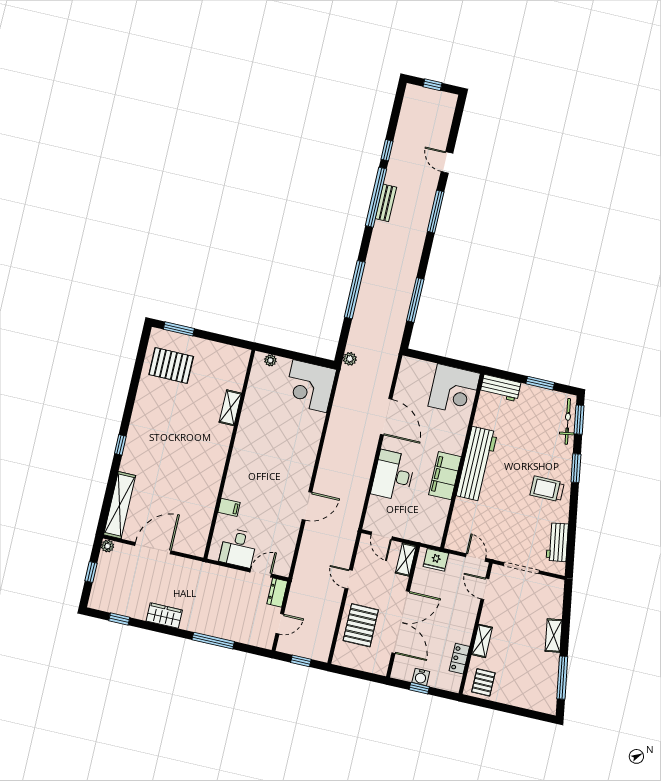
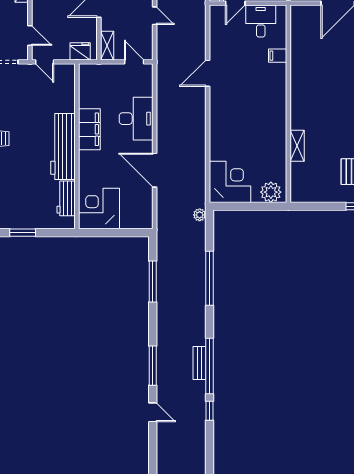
plant: (270, 360) -> (271, 192), width x1.88, depth x1.88
workbench: (500, 388) -> (66, 198), moved, turned -90

